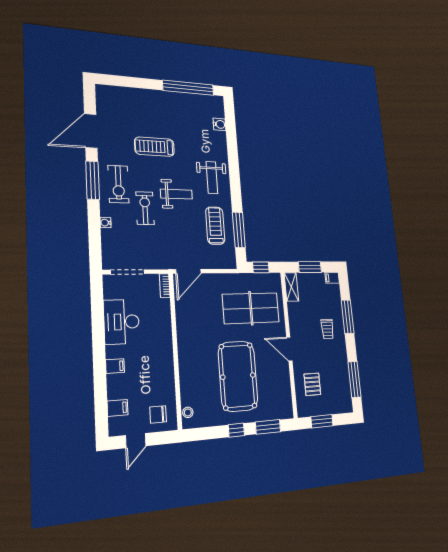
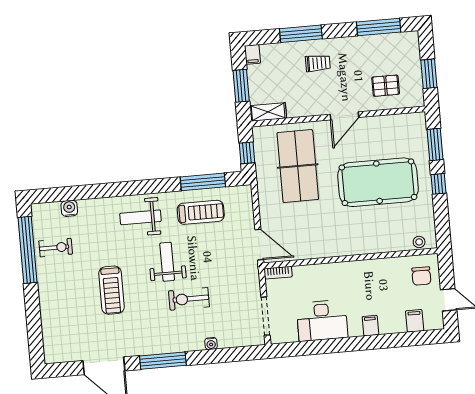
weight bench: (212, 178) -> (141, 217), turned 180
exercise bike: (118, 184) -> (56, 248), moved, width x0.73, depth x0.72
treadmill: (215, 226) -> (201, 212), turned 180

